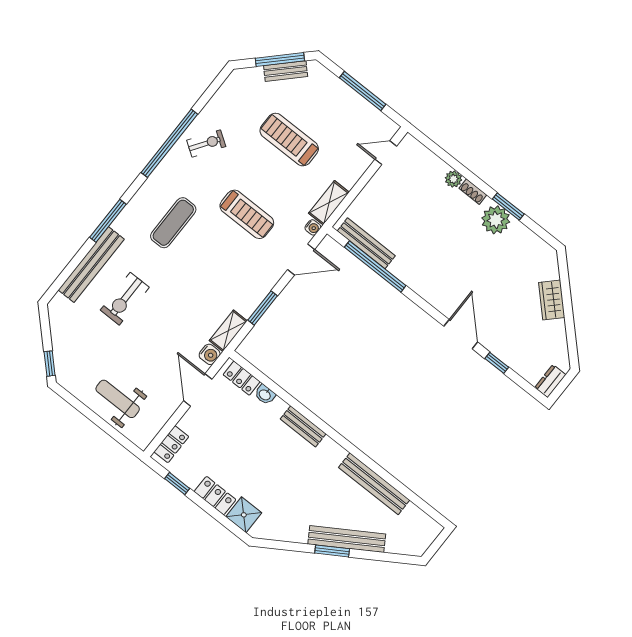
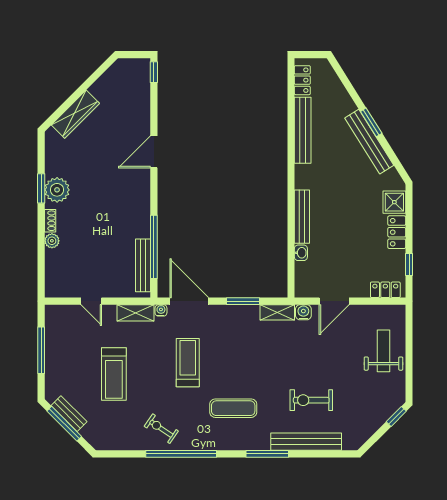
door: (386, 153) -> (91, 301), moved
door: (301, 260) -> (189, 301), width x1.36
exercise bike: (125, 299) -> (311, 400), turned 180
wardrobe: (552, 300) -> (75, 114), width x1.50
window: (497, 363) -> (154, 72), moved
locker: (242, 378) -> (302, 80), moved
dresser: (550, 381) -> (137, 65), removed
weight bench: (118, 399) -> (383, 351), turned 180
bench: (303, 426) -> (302, 217), width x1.36
bench: (347, 539) -> (369, 142), moved

